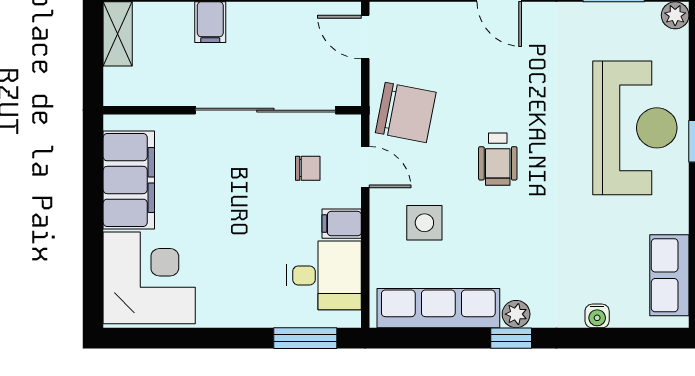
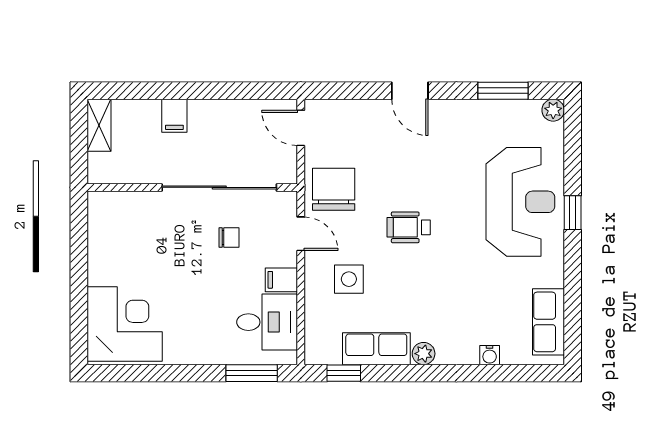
chair: (406, 112) -> (334, 189), turned -101
wheelchair: (498, 159) -> (409, 227), turned 90
chair: (308, 168) -> (229, 237), moved
filing cabinet: (129, 180) -> (108, 244), removed
row of seats: (438, 308) -> (376, 349), width x0.68
window: (511, 338) -> (344, 373), moved

